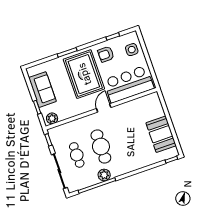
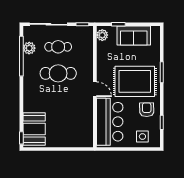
booth: (161, 134) -> (34, 129), moved, turned 90
plant: (104, 175) -> (29, 48), moved

